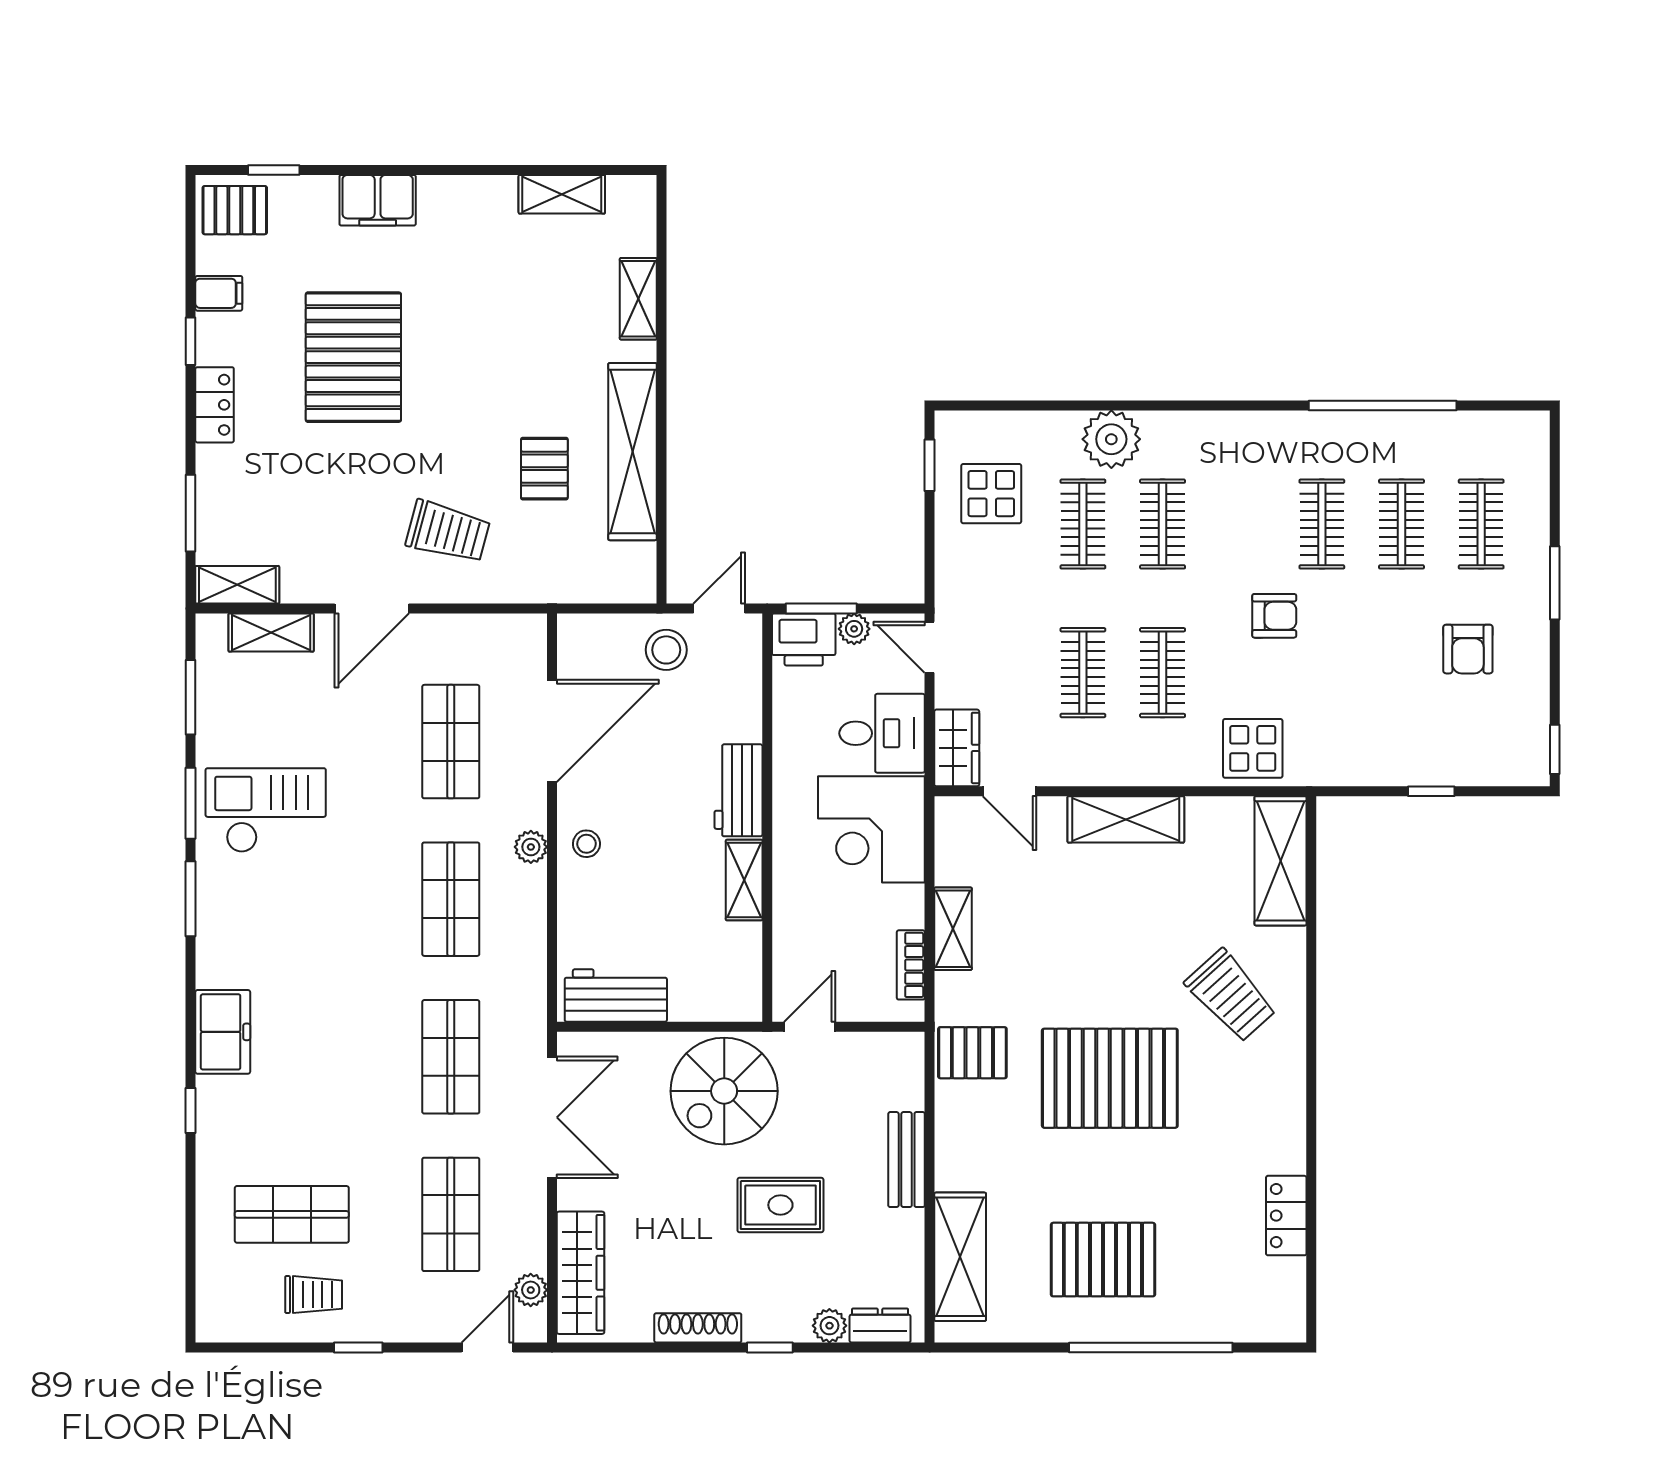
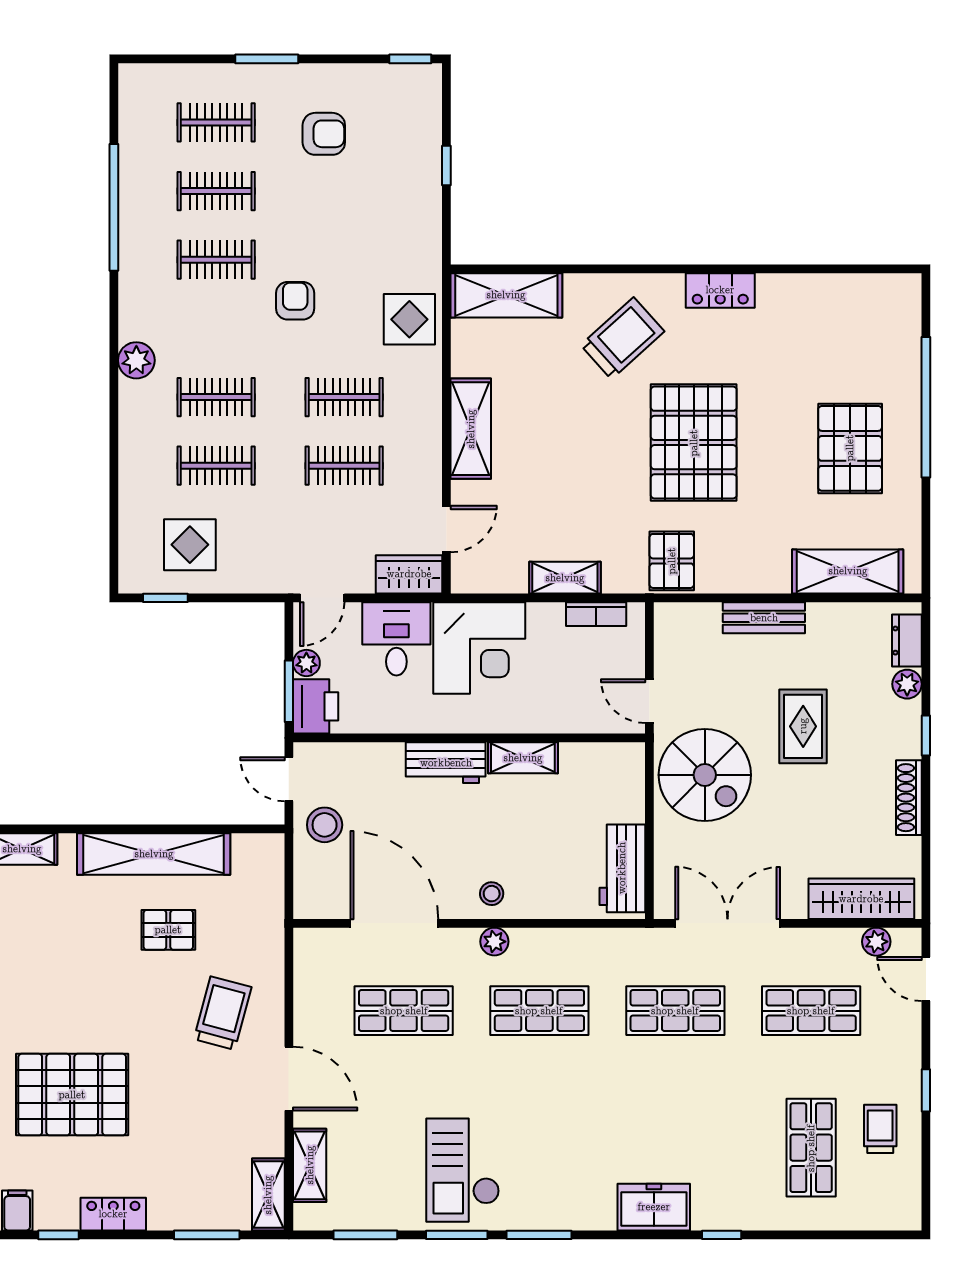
plant: (1111, 439) -> (136, 360), moved, width x0.73, depth x0.73
locker: (1286, 1216) -> (720, 290), moved

